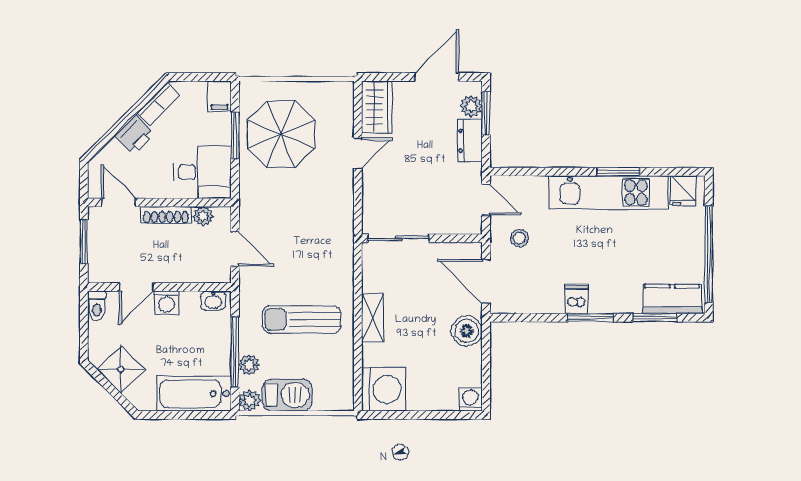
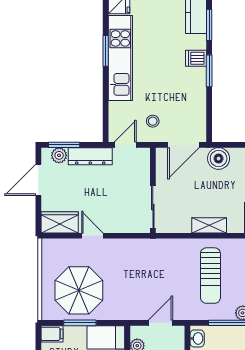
door: (437, 77) -> (38, 180), hinge flipped
dresser: (470, 141) -> (90, 156), width x1.44
dishwasher: (576, 299) -> (196, 58), moved

